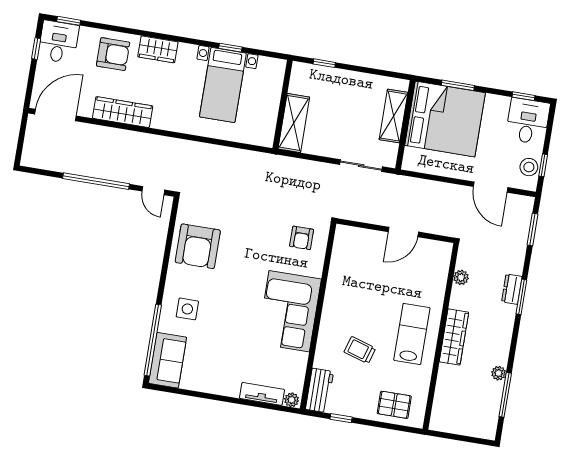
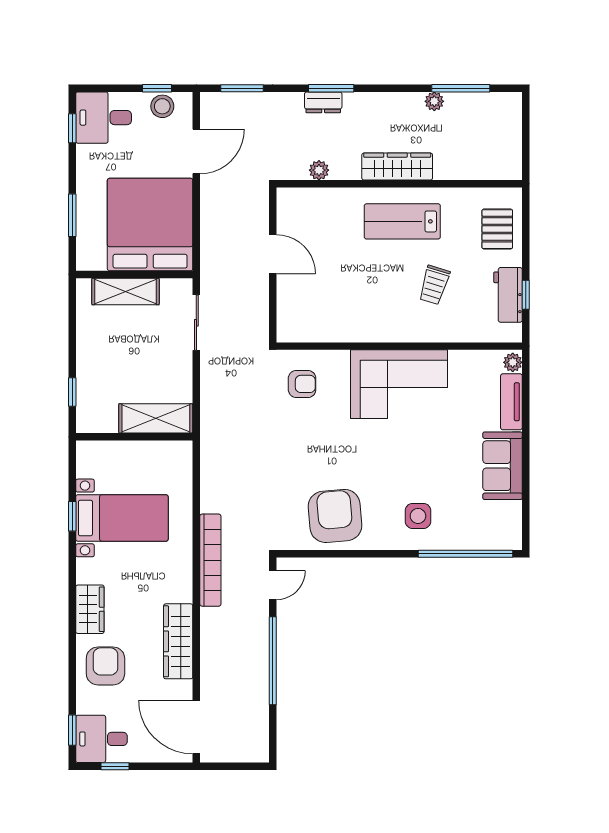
bed: (445, 119) -> (150, 225), moved
bookcase: (180, 147) -> (210, 560), added
armchair: (198, 246) -> (335, 516), turned -95
sofa: (167, 360) -> (503, 466), moved, turned -90
workbench: (320, 390) -> (508, 295), moved, turned -90

